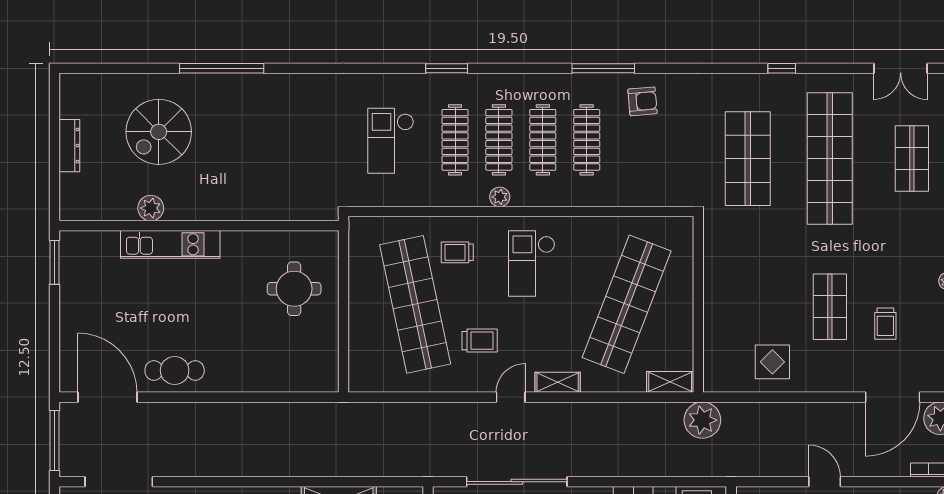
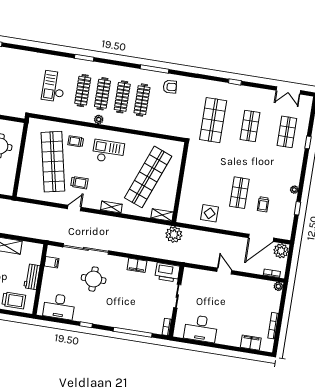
shop shelf: (830, 159) -> (250, 126), width x0.50, depth x0.74
checkout: (532, 263) -> (108, 152), turned 90
door: (511, 397) -> (74, 208), moved

